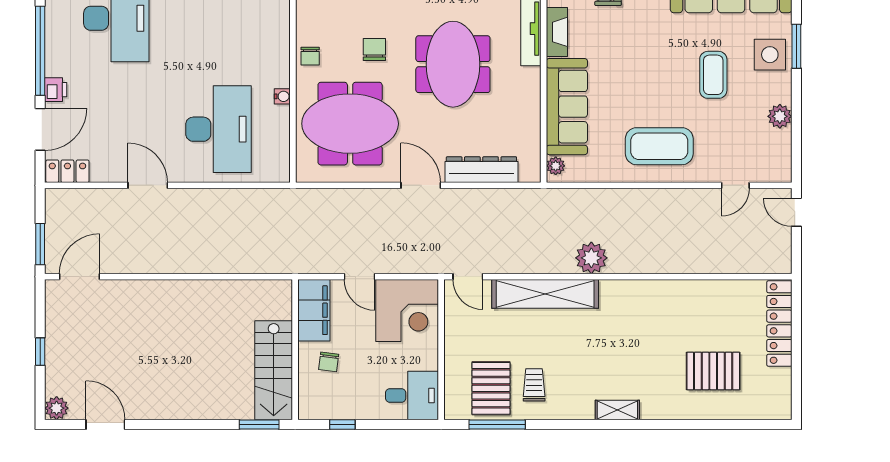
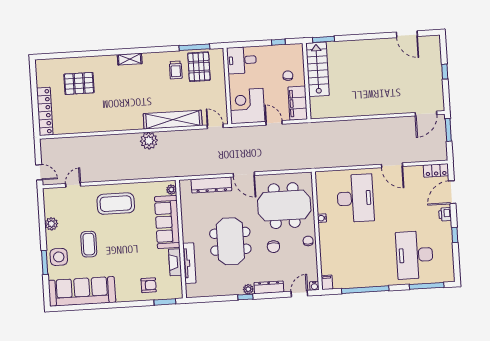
window: (40, 51) -> (455, 235), width x0.32
desk: (219, 129) -> (355, 198), turned 180
plant: (57, 408) -> (434, 42), removed

